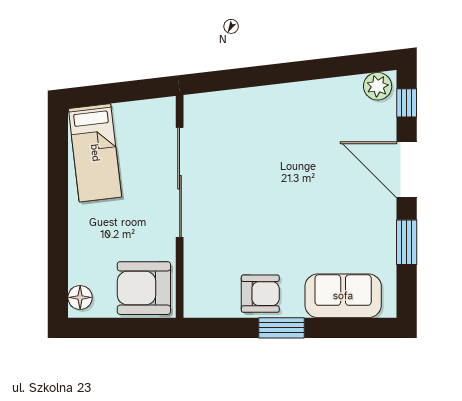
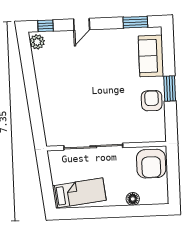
door: (407, 170) -> (82, 24), width x0.53
window: (407, 242) -> (135, 22), moved
floor lamp: (80, 297) -> (133, 199), moved

